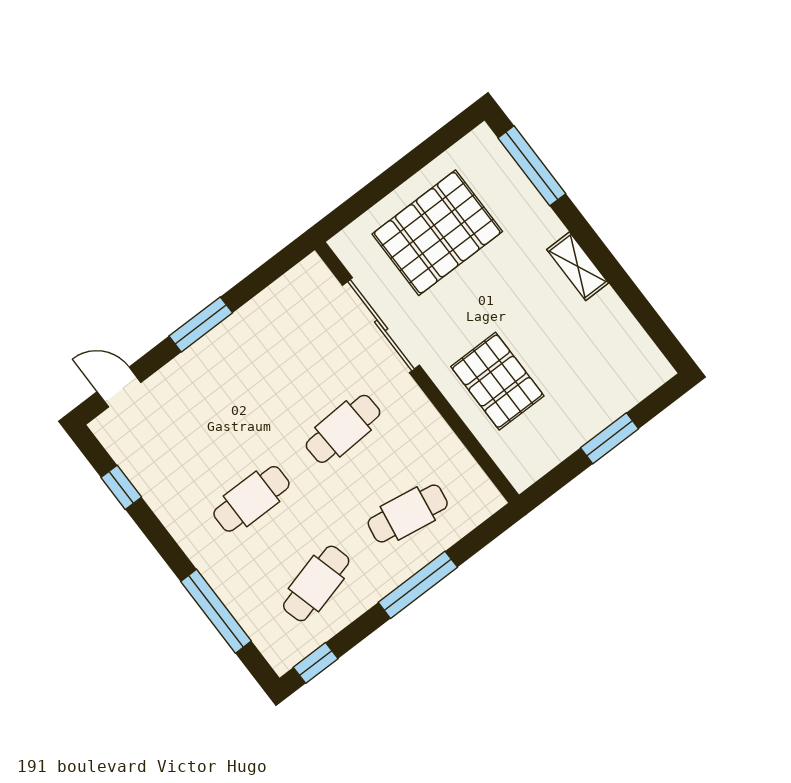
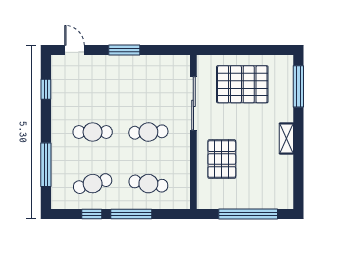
window: (610, 438) -> (248, 214), width x2.11
window: (316, 663) -> (92, 214), moved

